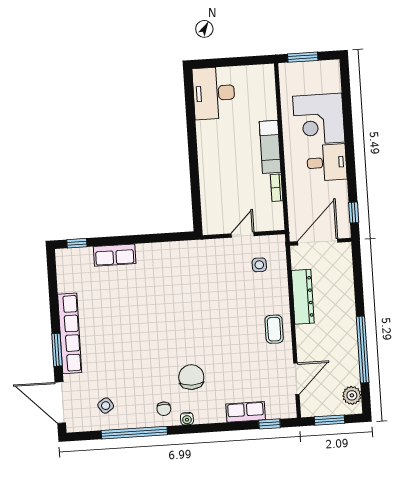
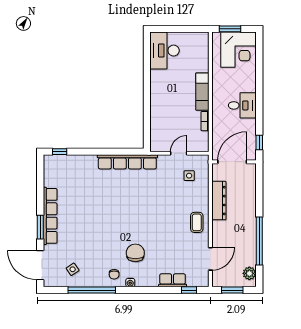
corner desk: (319, 119) -> (238, 50), moved, turned -90
row of seats: (115, 255) -> (127, 162), moved, width x2.02

